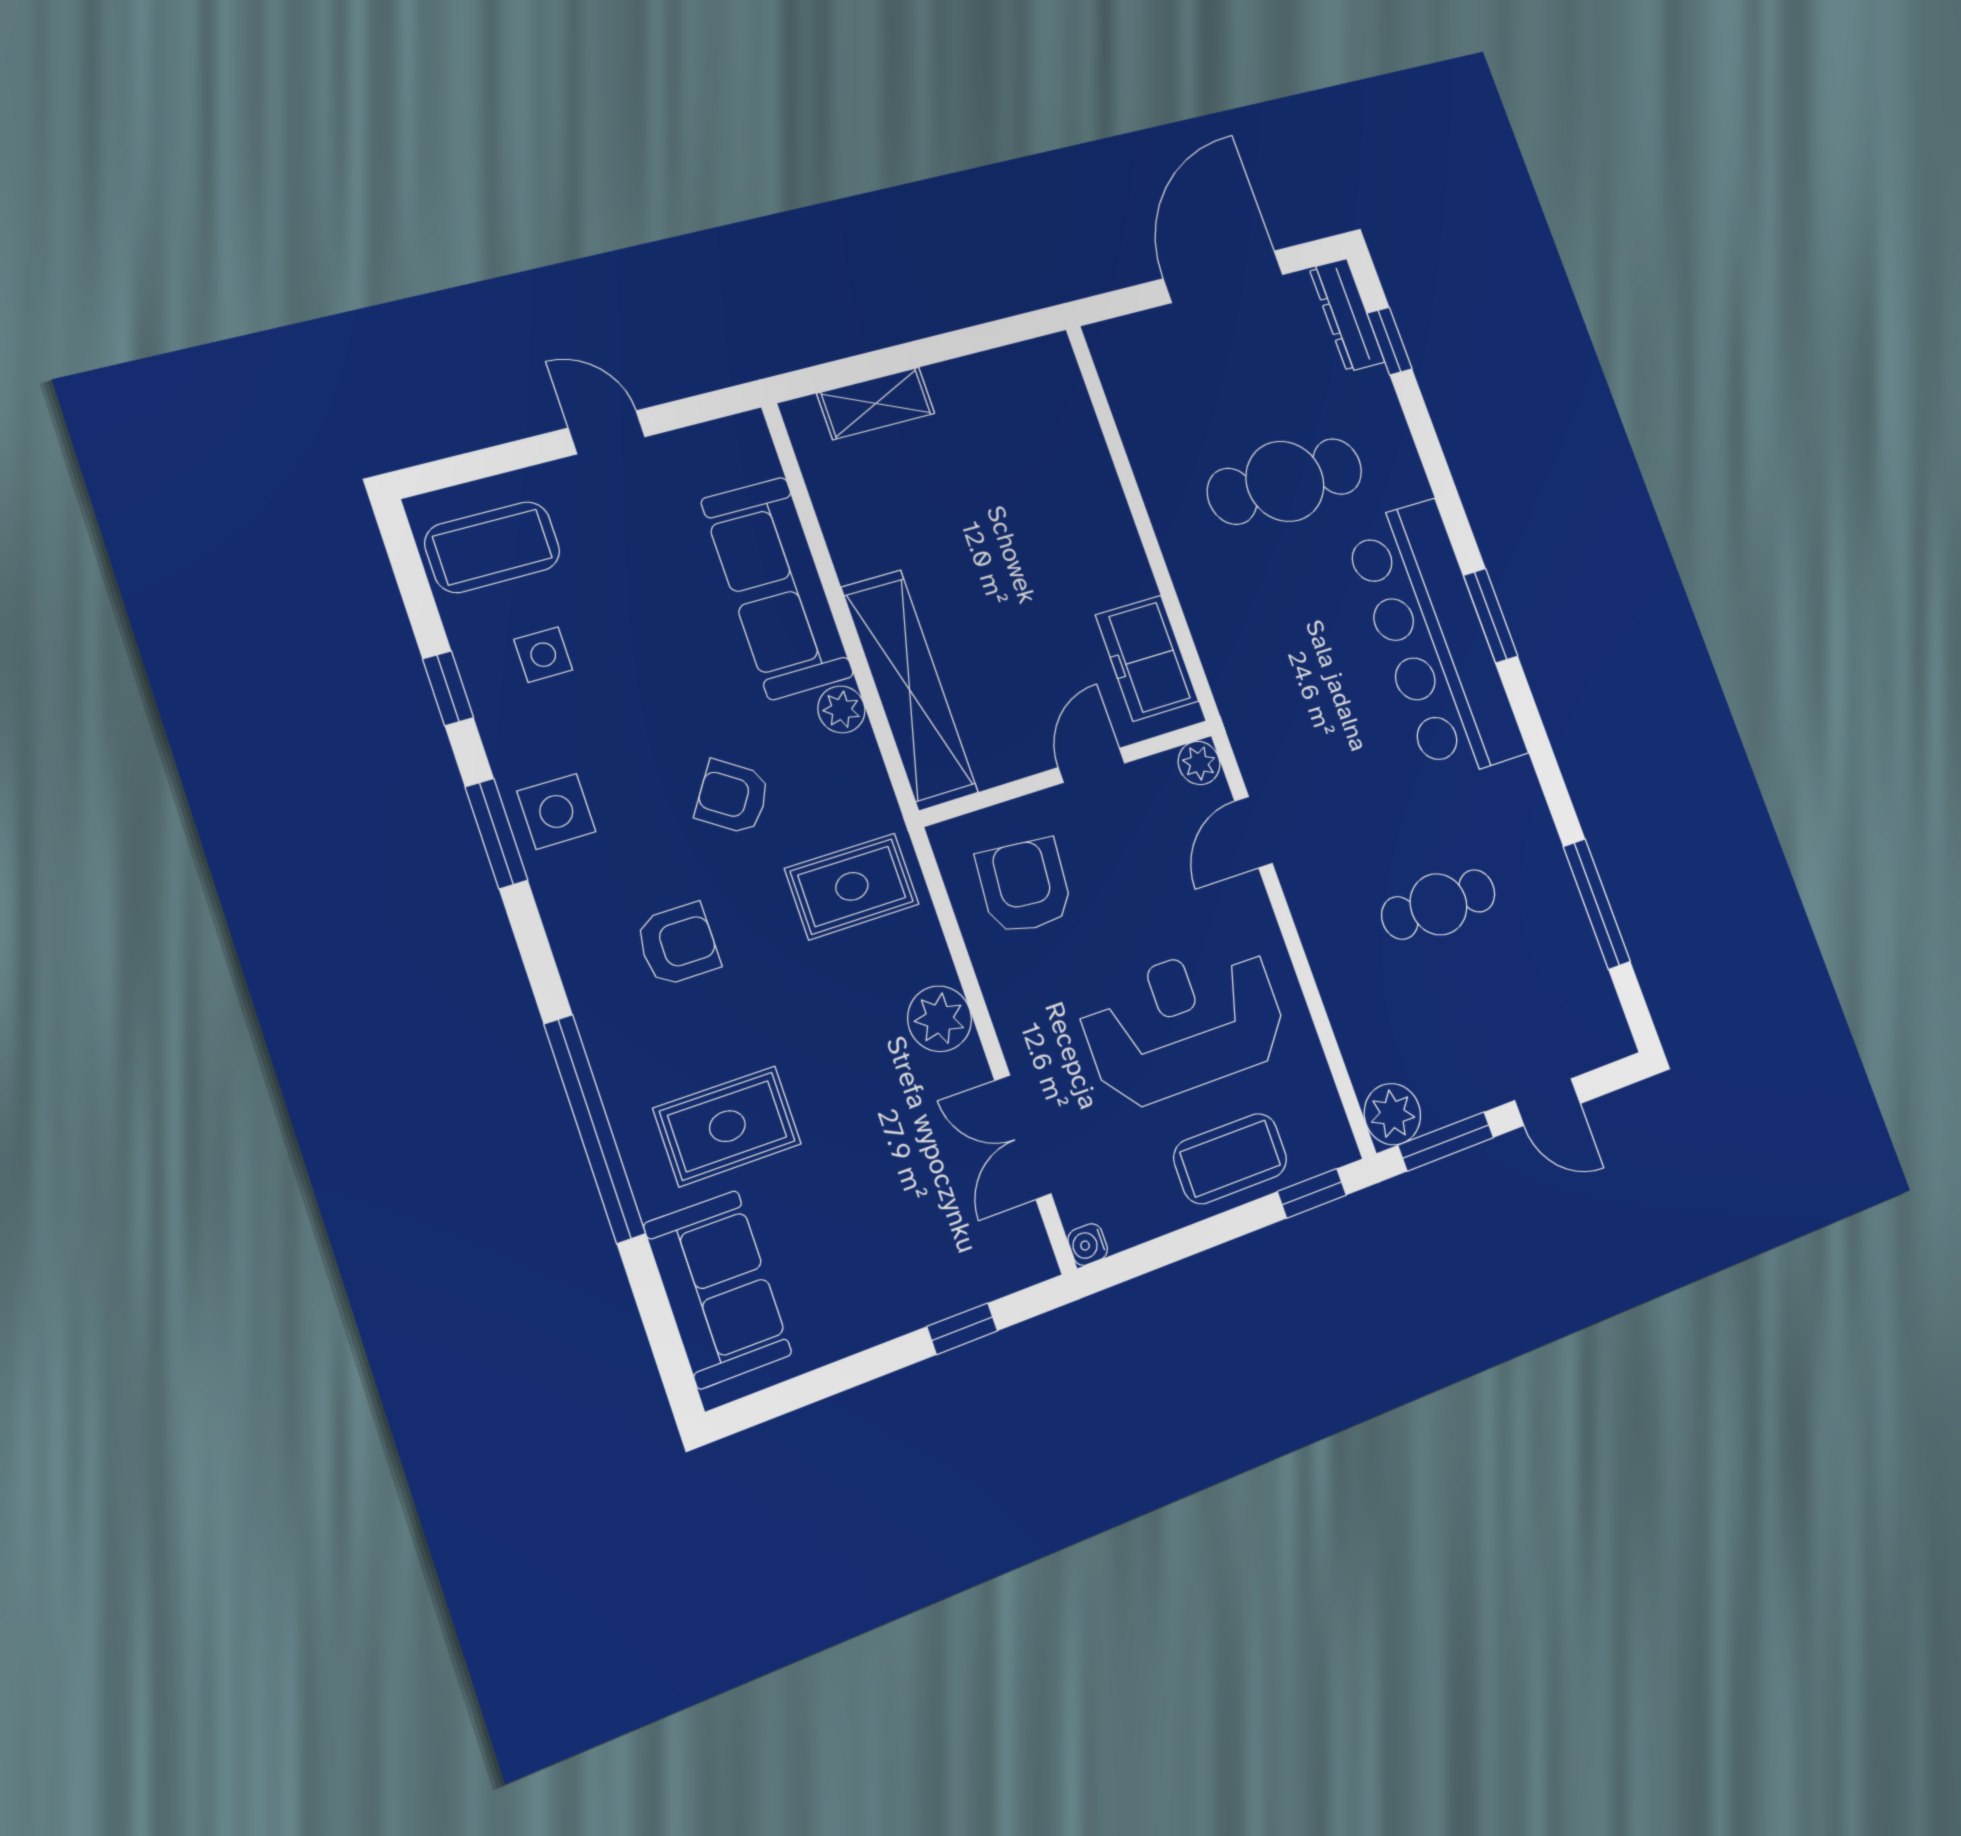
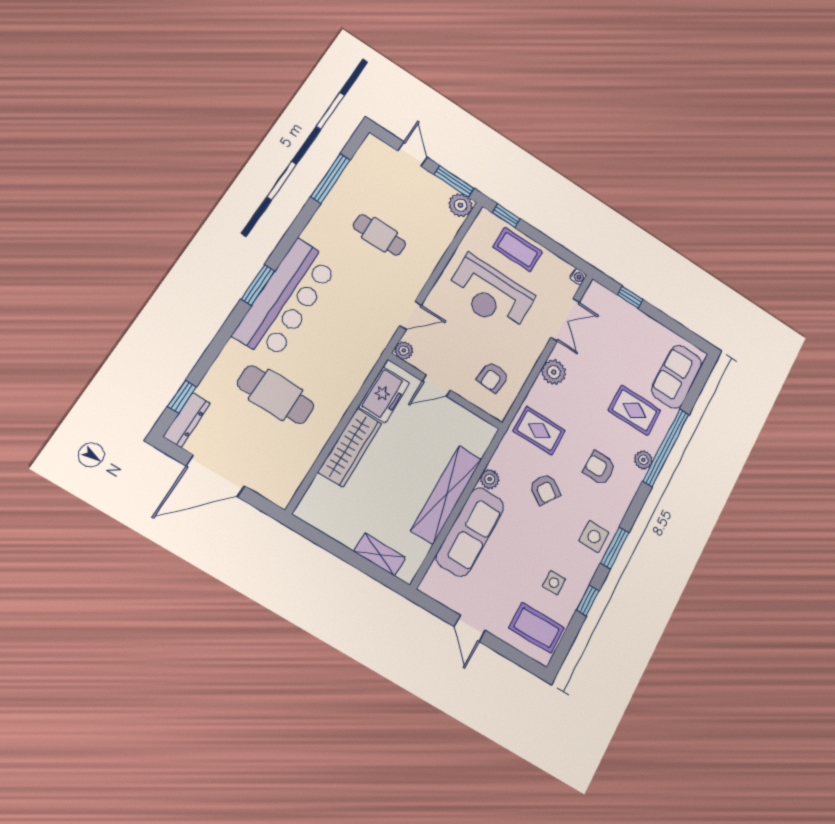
wardrobe: (1101, 519) -> (350, 448), added
shelving: (910, 690) -> (446, 495), moved
armchair: (1024, 886) -> (493, 377), width x0.72, depth x0.72
plant: (613, 1054) -> (643, 460), added

